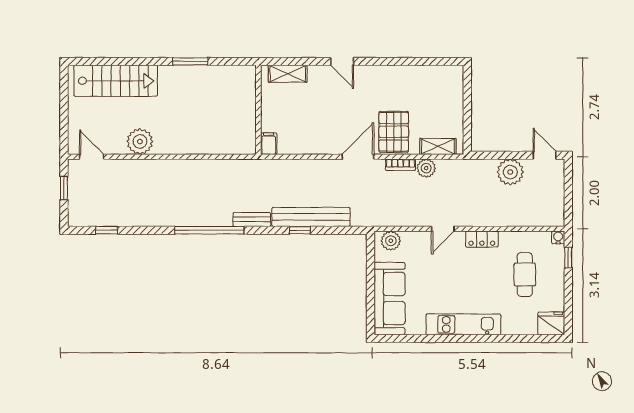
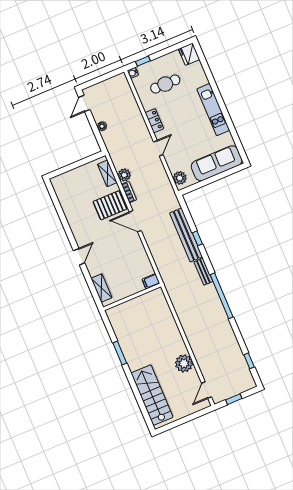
plant: (510, 172) -> (102, 126), width x0.53, depth x0.53
door: (443, 229) -> (158, 148), hinge flipped

